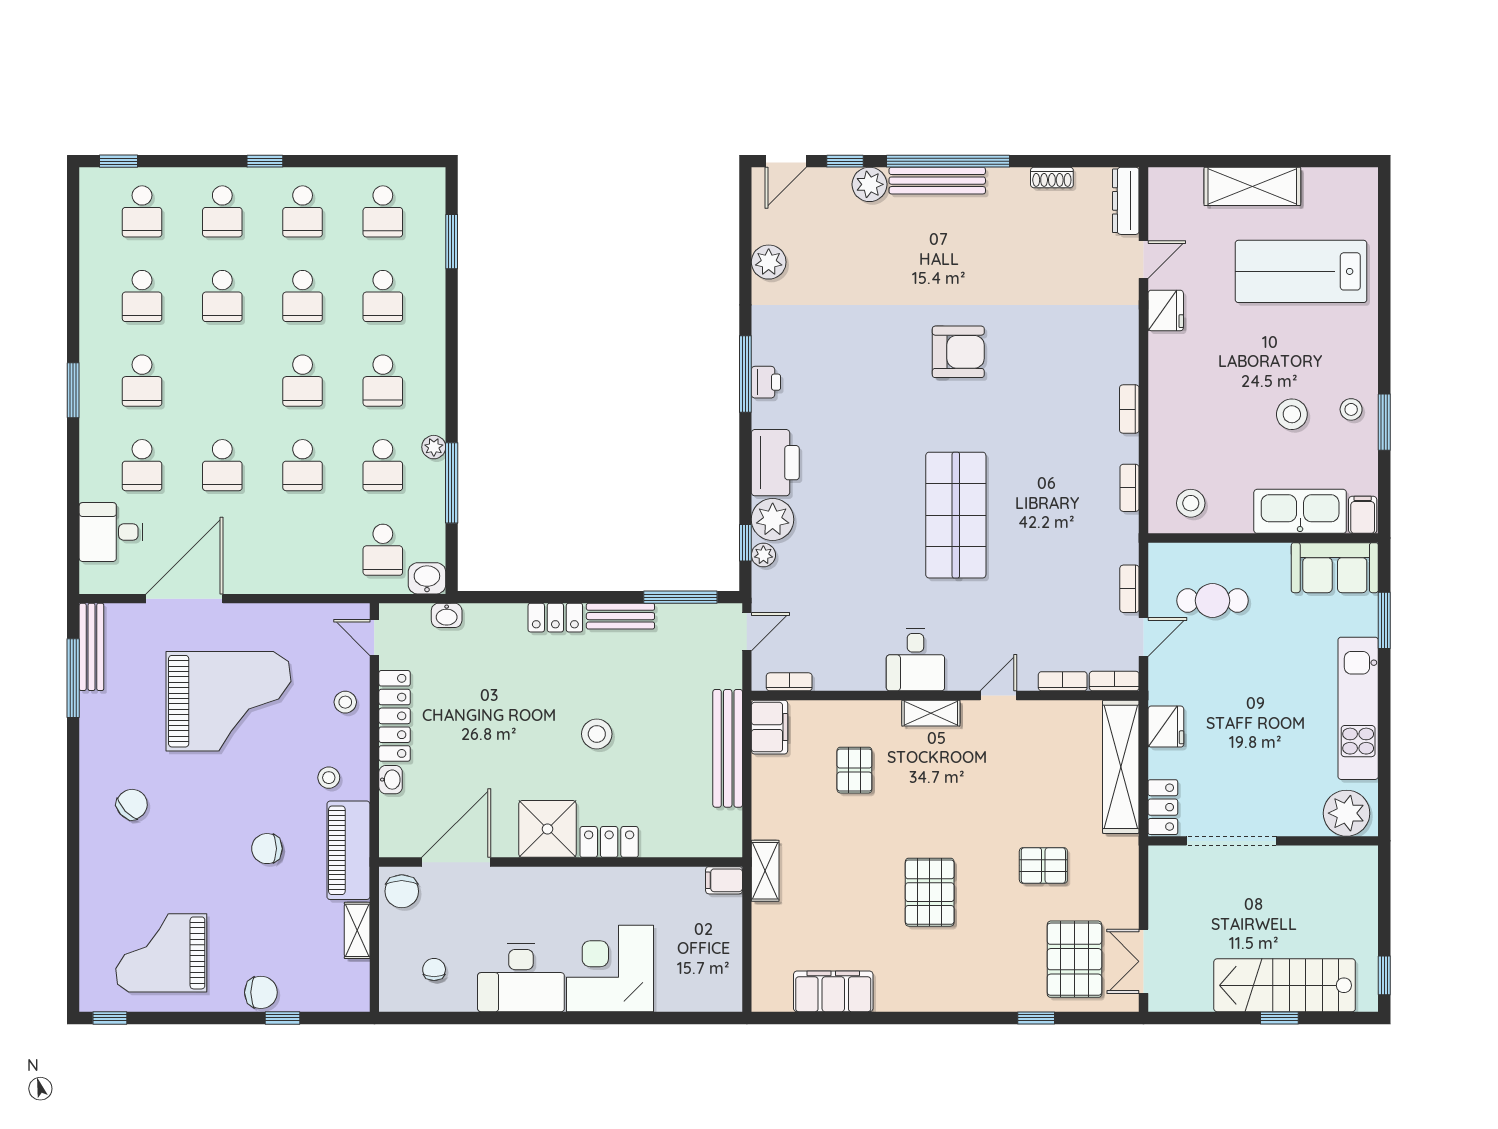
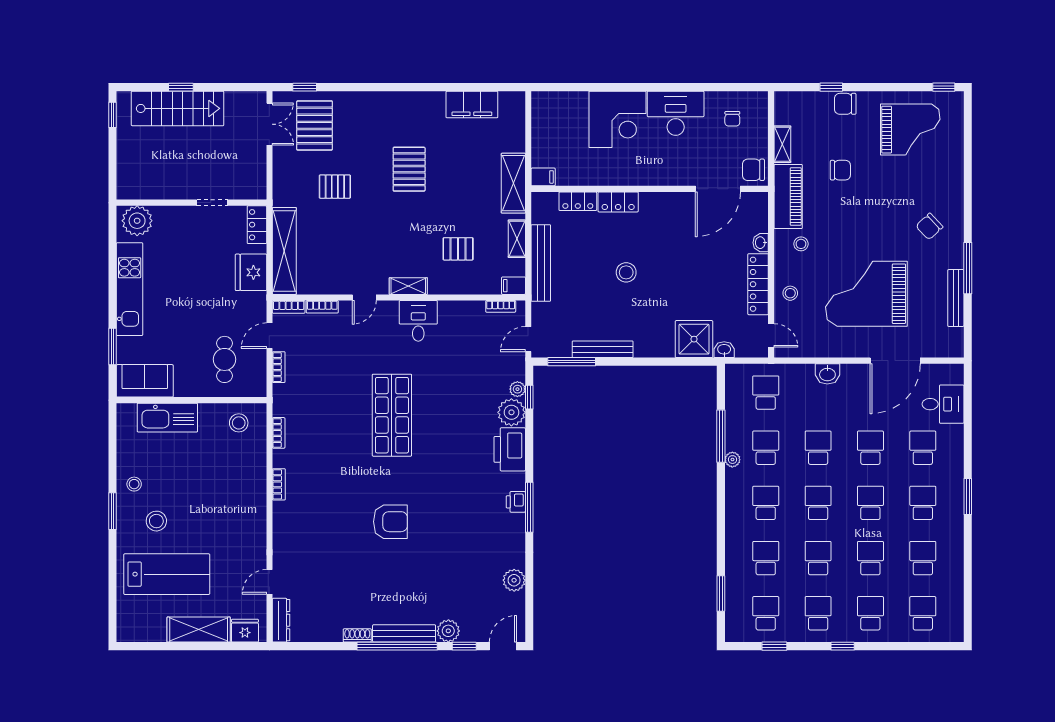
window: (119, 161) -> (774, 646), moved
shoe rack: (1052, 177) -> (357, 635), moved
fridge: (1166, 310) -> (245, 631), moved, turned 90
armchair: (958, 352) -> (390, 522), turned 180
school desk: (222, 381) -> (870, 503), added
stool: (1292, 414) -> (156, 521), moved
window: (1384, 422) -> (112, 511), moved
filing cabinet: (1363, 515) -> (127, 415), removed
washbasin: (427, 578) -> (827, 374), moved
cafe table: (1213, 601) -> (225, 359), turned 90
bench: (620, 616) -> (603, 349), width x1.36
locker: (555, 618) -> (578, 201), moved, turned 180
bench: (91, 647) -> (956, 298), moved
window: (73, 678) -> (968, 268), moved
filing cabinet: (769, 727) -> (514, 286), width x0.50
fridge: (1166, 727) -> (251, 272), width x1.36, depth x1.34
pallet: (854, 770) -> (458, 249), turned 90
shelving: (764, 786) -> (517, 239), added
shower: (547, 829) -> (694, 339), moved
doorway: (1231, 841) -> (212, 203), width x0.53
chair: (267, 849) -> (840, 170), moved
shelving: (765, 871) -> (513, 183), width x1.50, depth x1.33
chair: (402, 891) -> (753, 170), turned -90
window: (1036, 1018) -> (305, 87), moved

